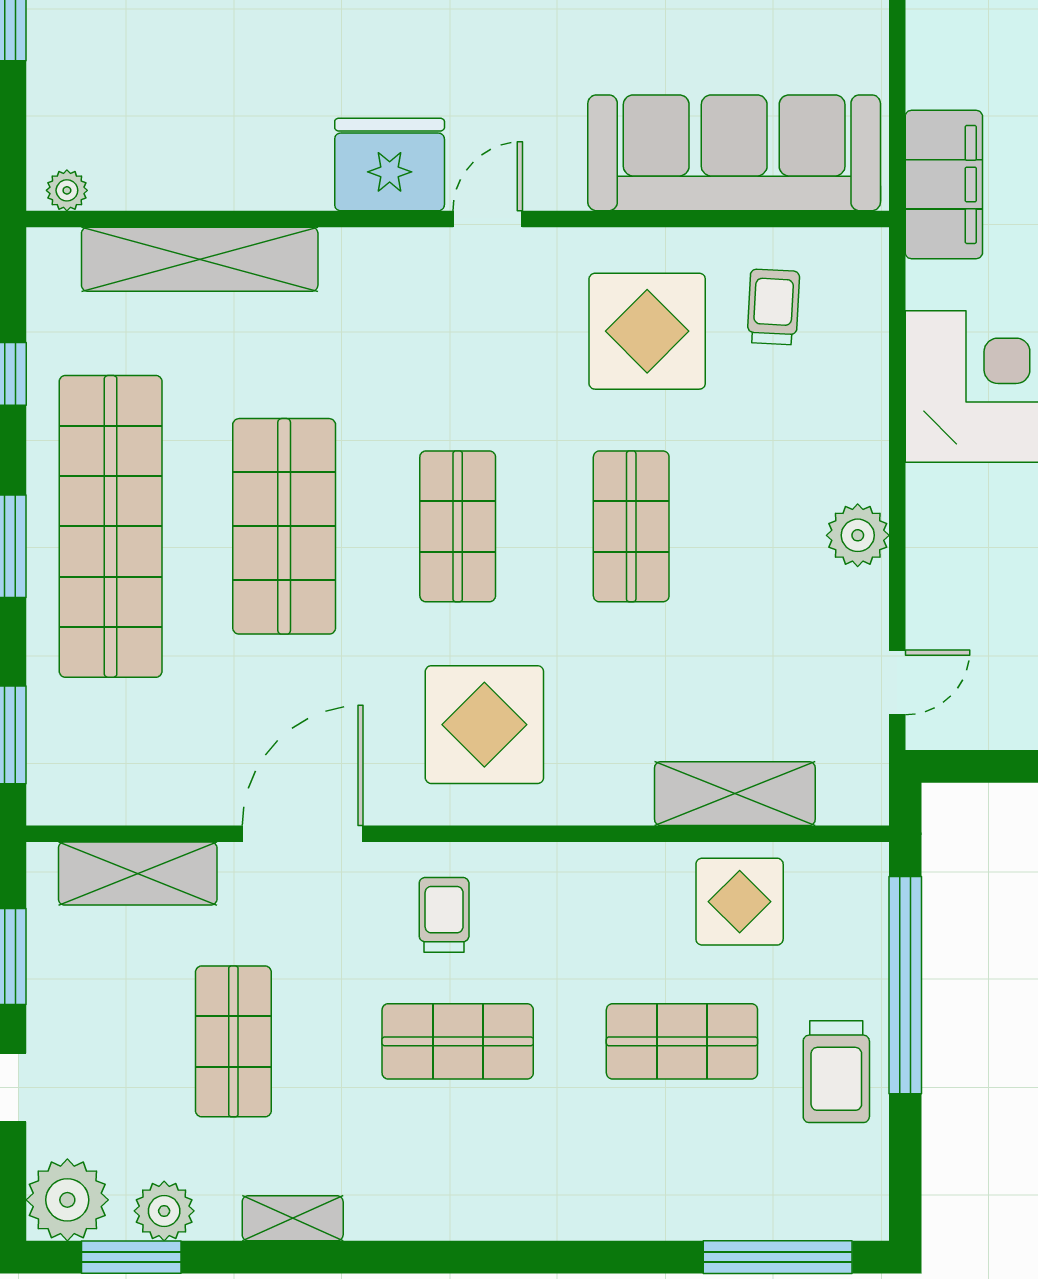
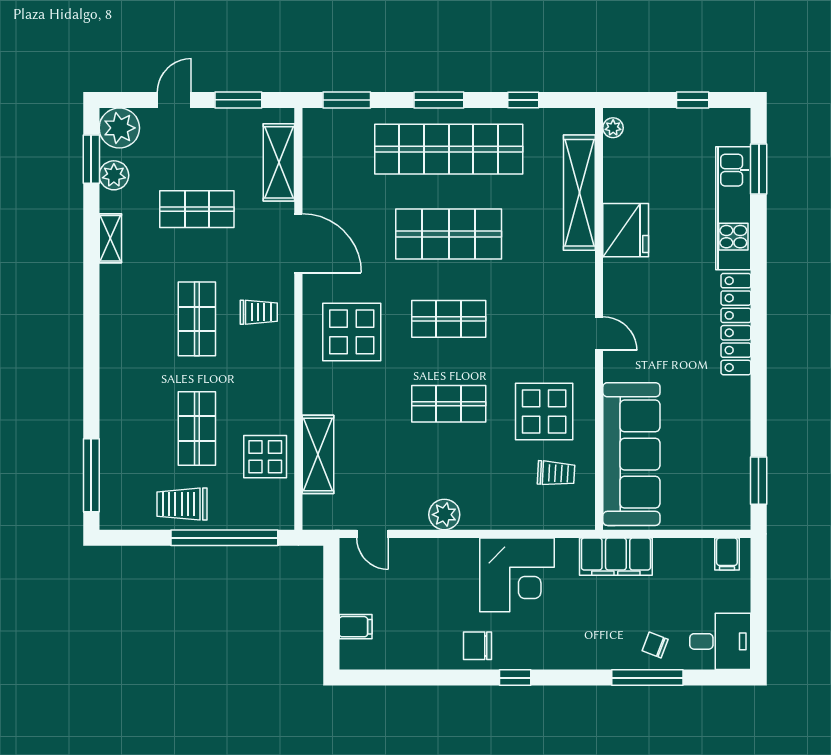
fridge: (390, 164) -> (626, 230), moved

